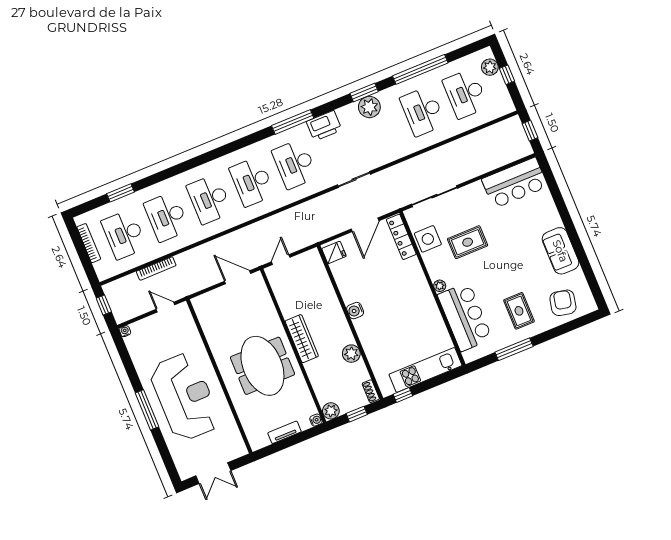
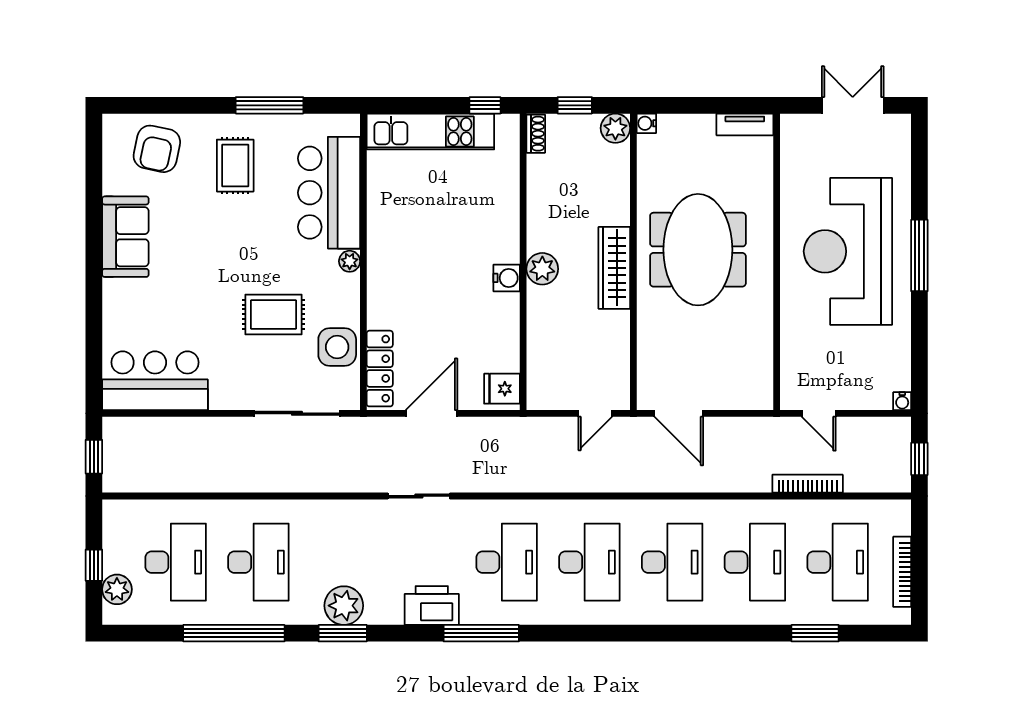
plant: (351, 354) -> (542, 269), moved
tv unit: (285, 432) -> (745, 124), moved

